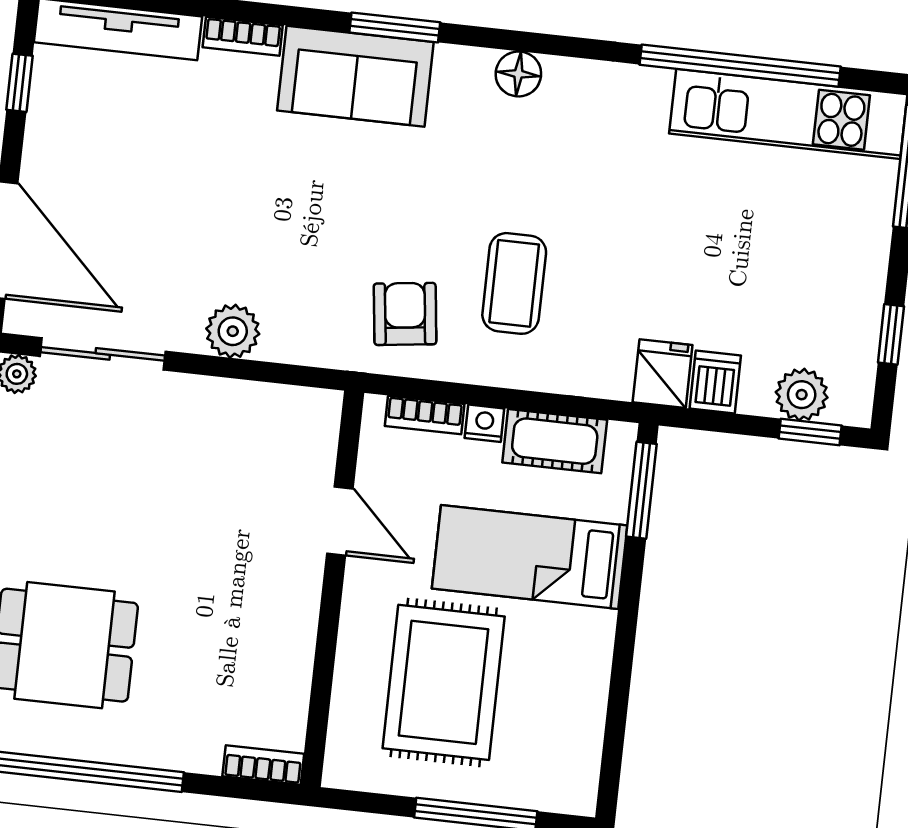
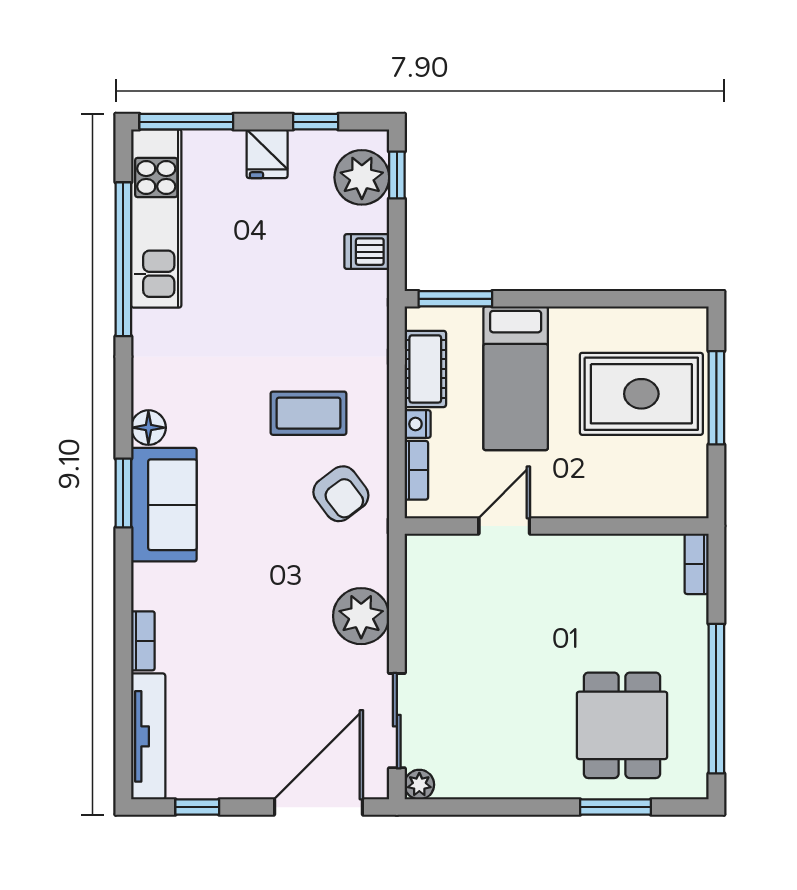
window: (395, 27) -> (123, 493), moved
sofa: (355, 76) -> (164, 505), moved
armchair: (405, 314) -> (341, 494), turned -120
plant: (233, 331) -> (361, 616), width x1.36, depth x1.36
fridge: (663, 374) -> (267, 154), moved, turned -90
plant: (802, 395) -> (362, 177), width x1.36, depth x1.36
rug: (444, 682) -> (641, 394), moved

